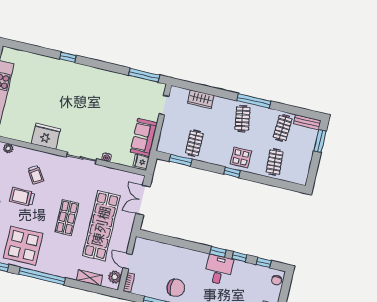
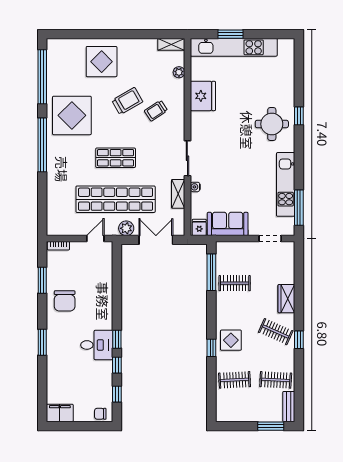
round table: (69, 81) -> (272, 124), added
kitchen unit: (122, 82) -> (286, 184), added
wardrobe: (201, 99) -> (286, 299), moved
window: (254, 101) -> (299, 340), width x0.46
clothes rail: (242, 119) -> (276, 332), turned 33
fridge: (46, 136) -> (203, 96), moved
window: (181, 160) -> (211, 272), width x1.44
window: (232, 172) -> (211, 348), moved
trolley: (22, 197) -> (127, 101), turned 60
door: (127, 261) -> (95, 239), moved
plant: (115, 277) -> (126, 228), moved
shelving: (89, 278) -> (178, 194), moved

